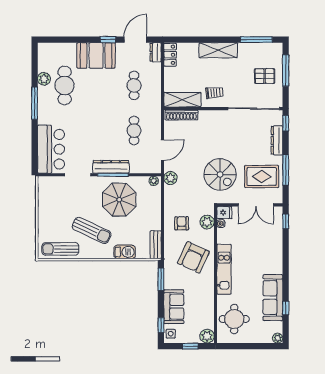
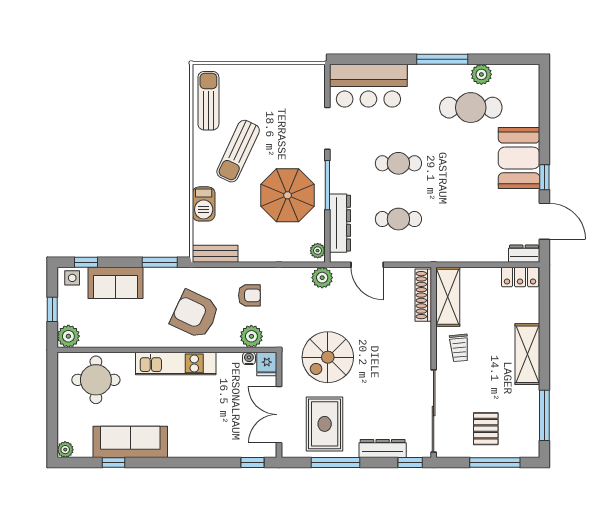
cafe table: (134, 85) -> (398, 163), moved
dresser: (111, 167) -> (340, 223), moved

